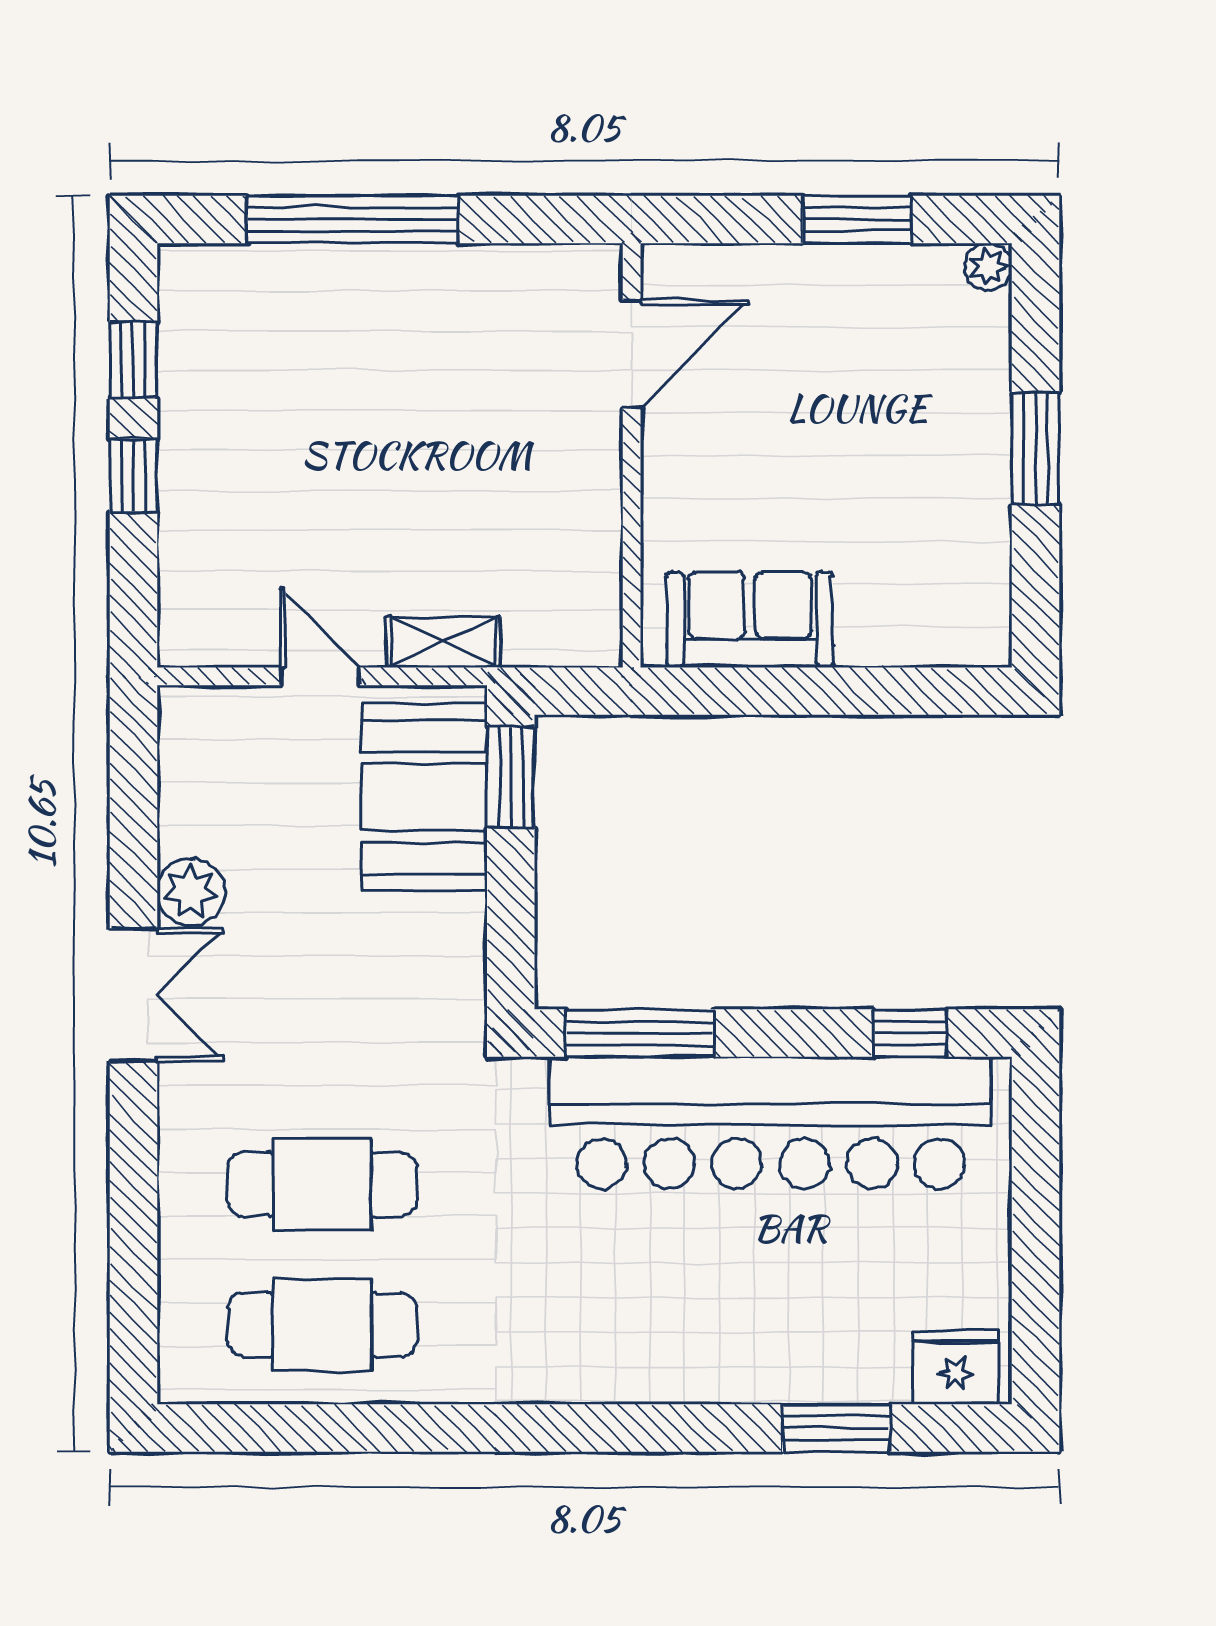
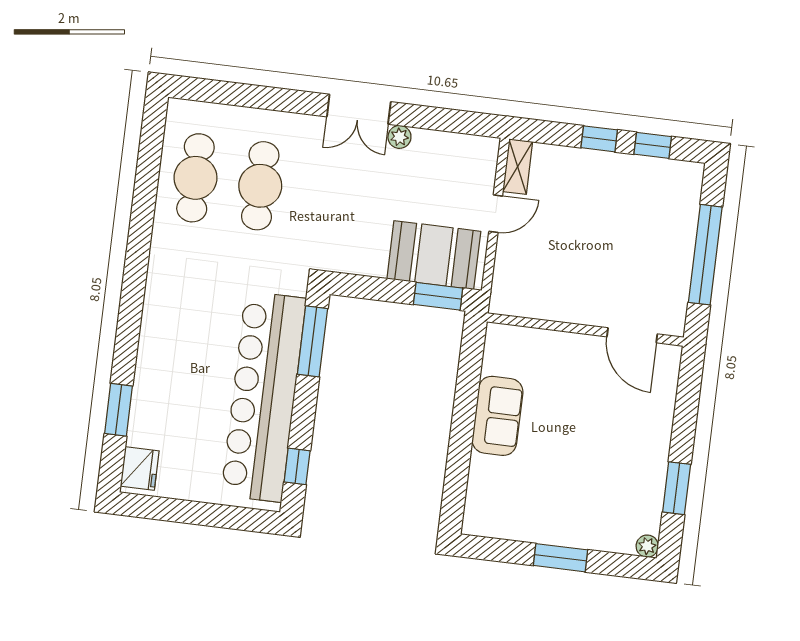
door: (632, 354) -> (632, 335), moved
wall: (632, 455) -> (585, 330), moved
shelving: (443, 642) -> (518, 167), moved
plant: (191, 892) -> (399, 137), width x0.73, depth x0.73

